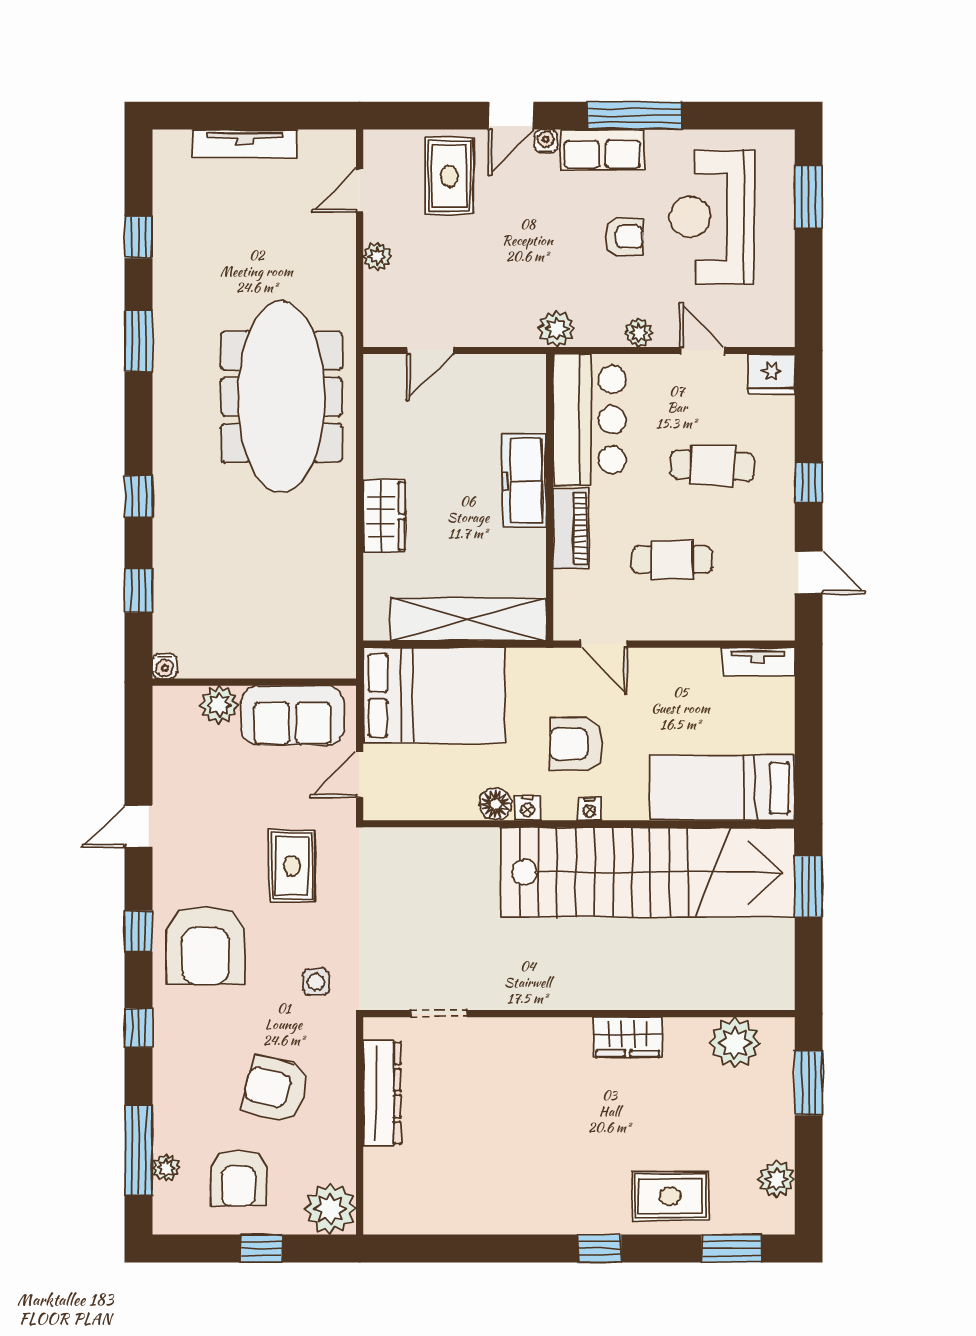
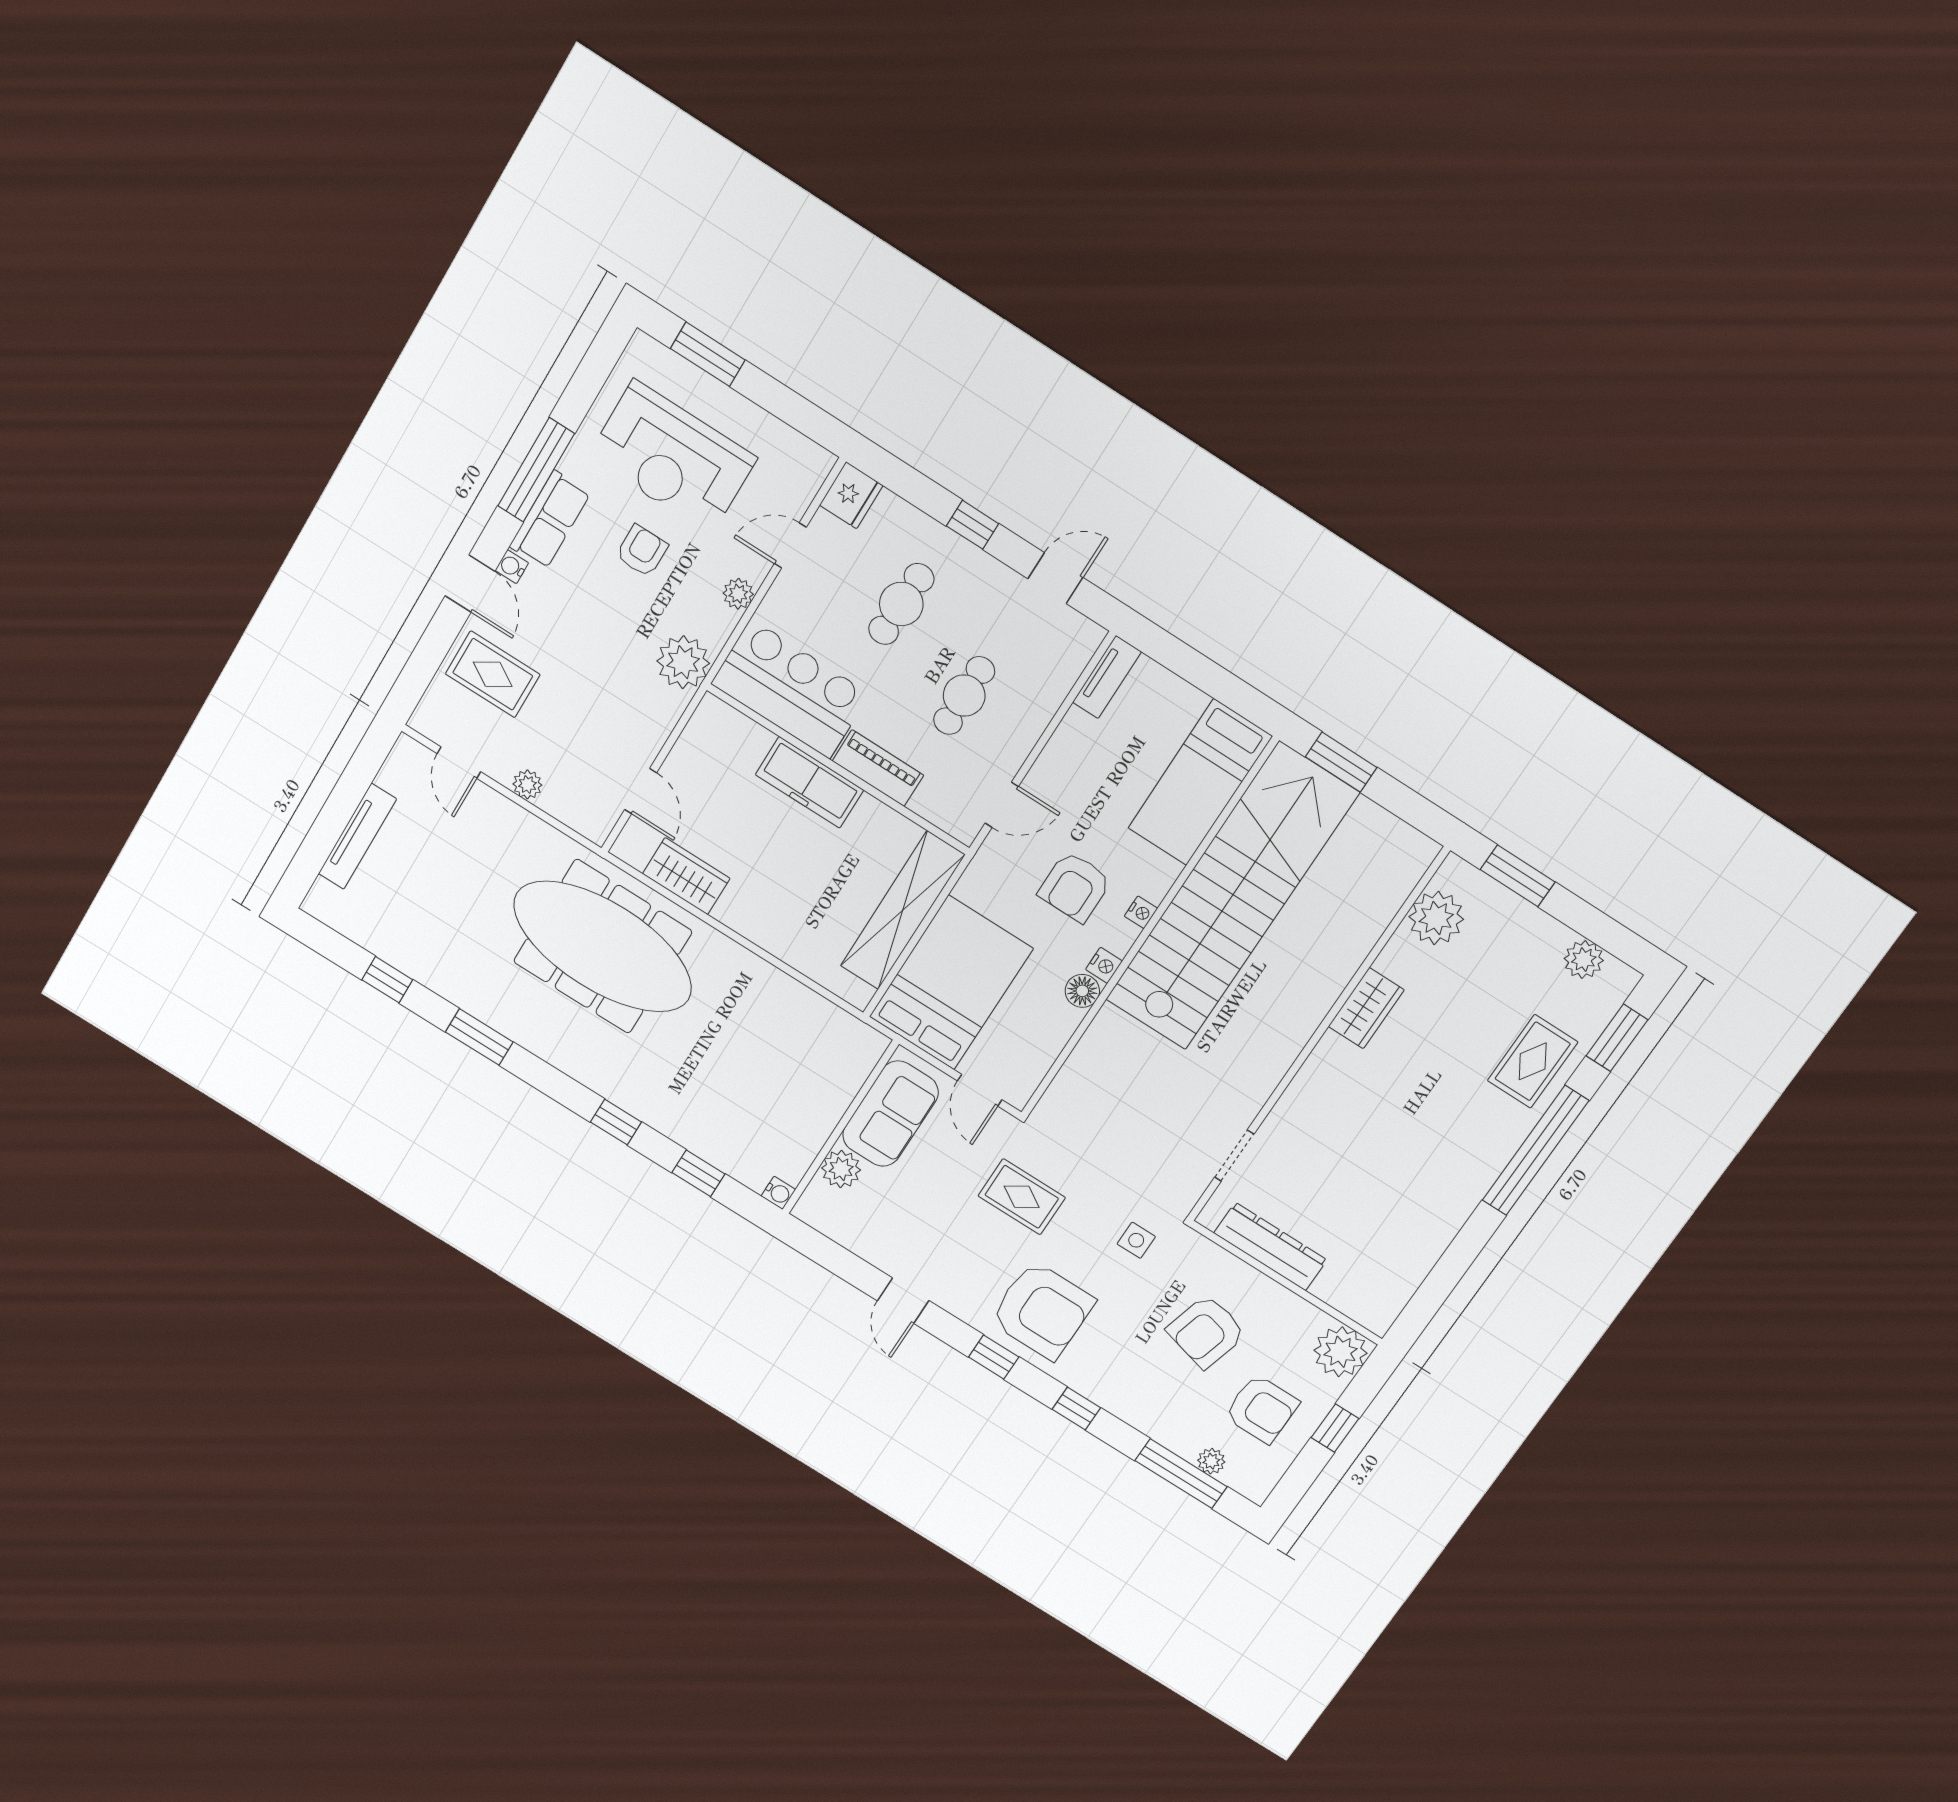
plant: (556, 329) -> (683, 662), width x1.36, depth x1.36
wardrobe: (384, 516) -> (686, 876), moved
window: (600, 1249) -> (1535, 1151), width x3.17

